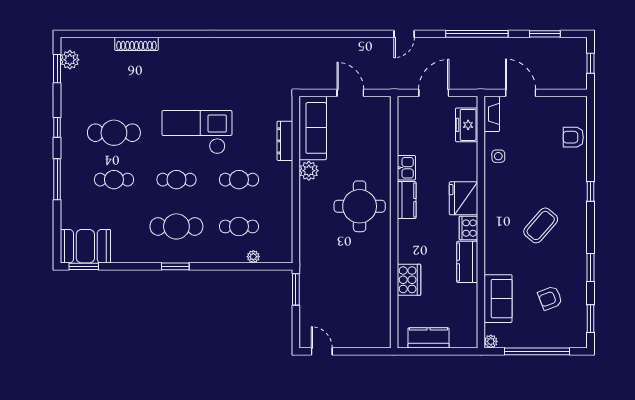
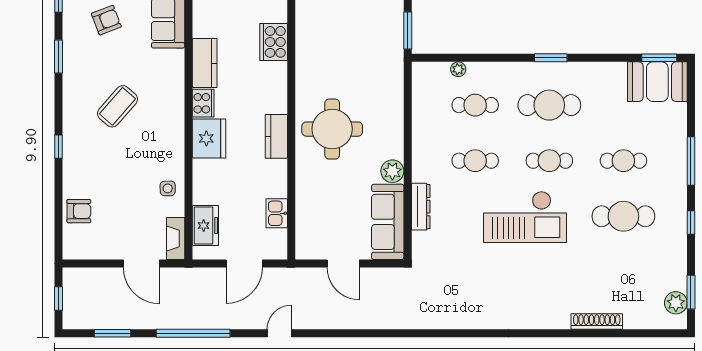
kitchen sink: (406, 168) -> (277, 213), moved

